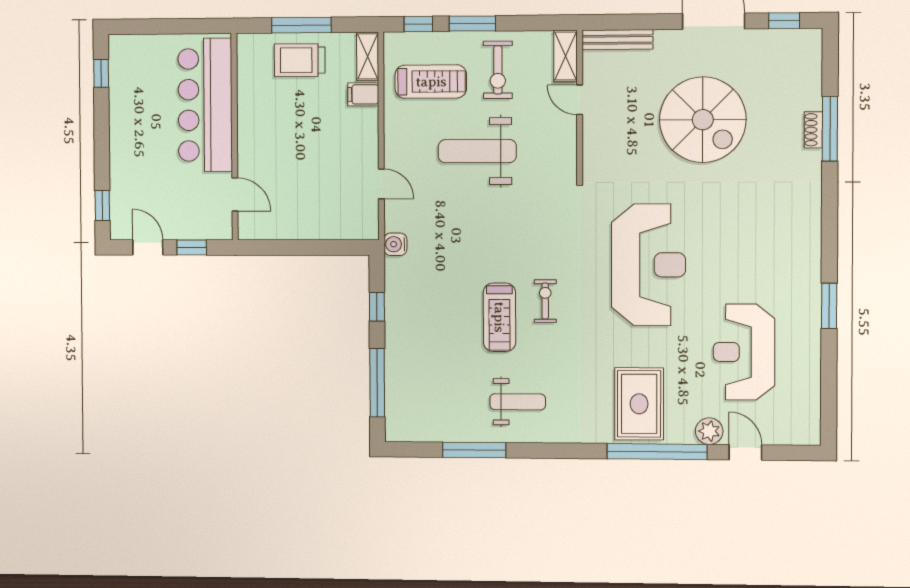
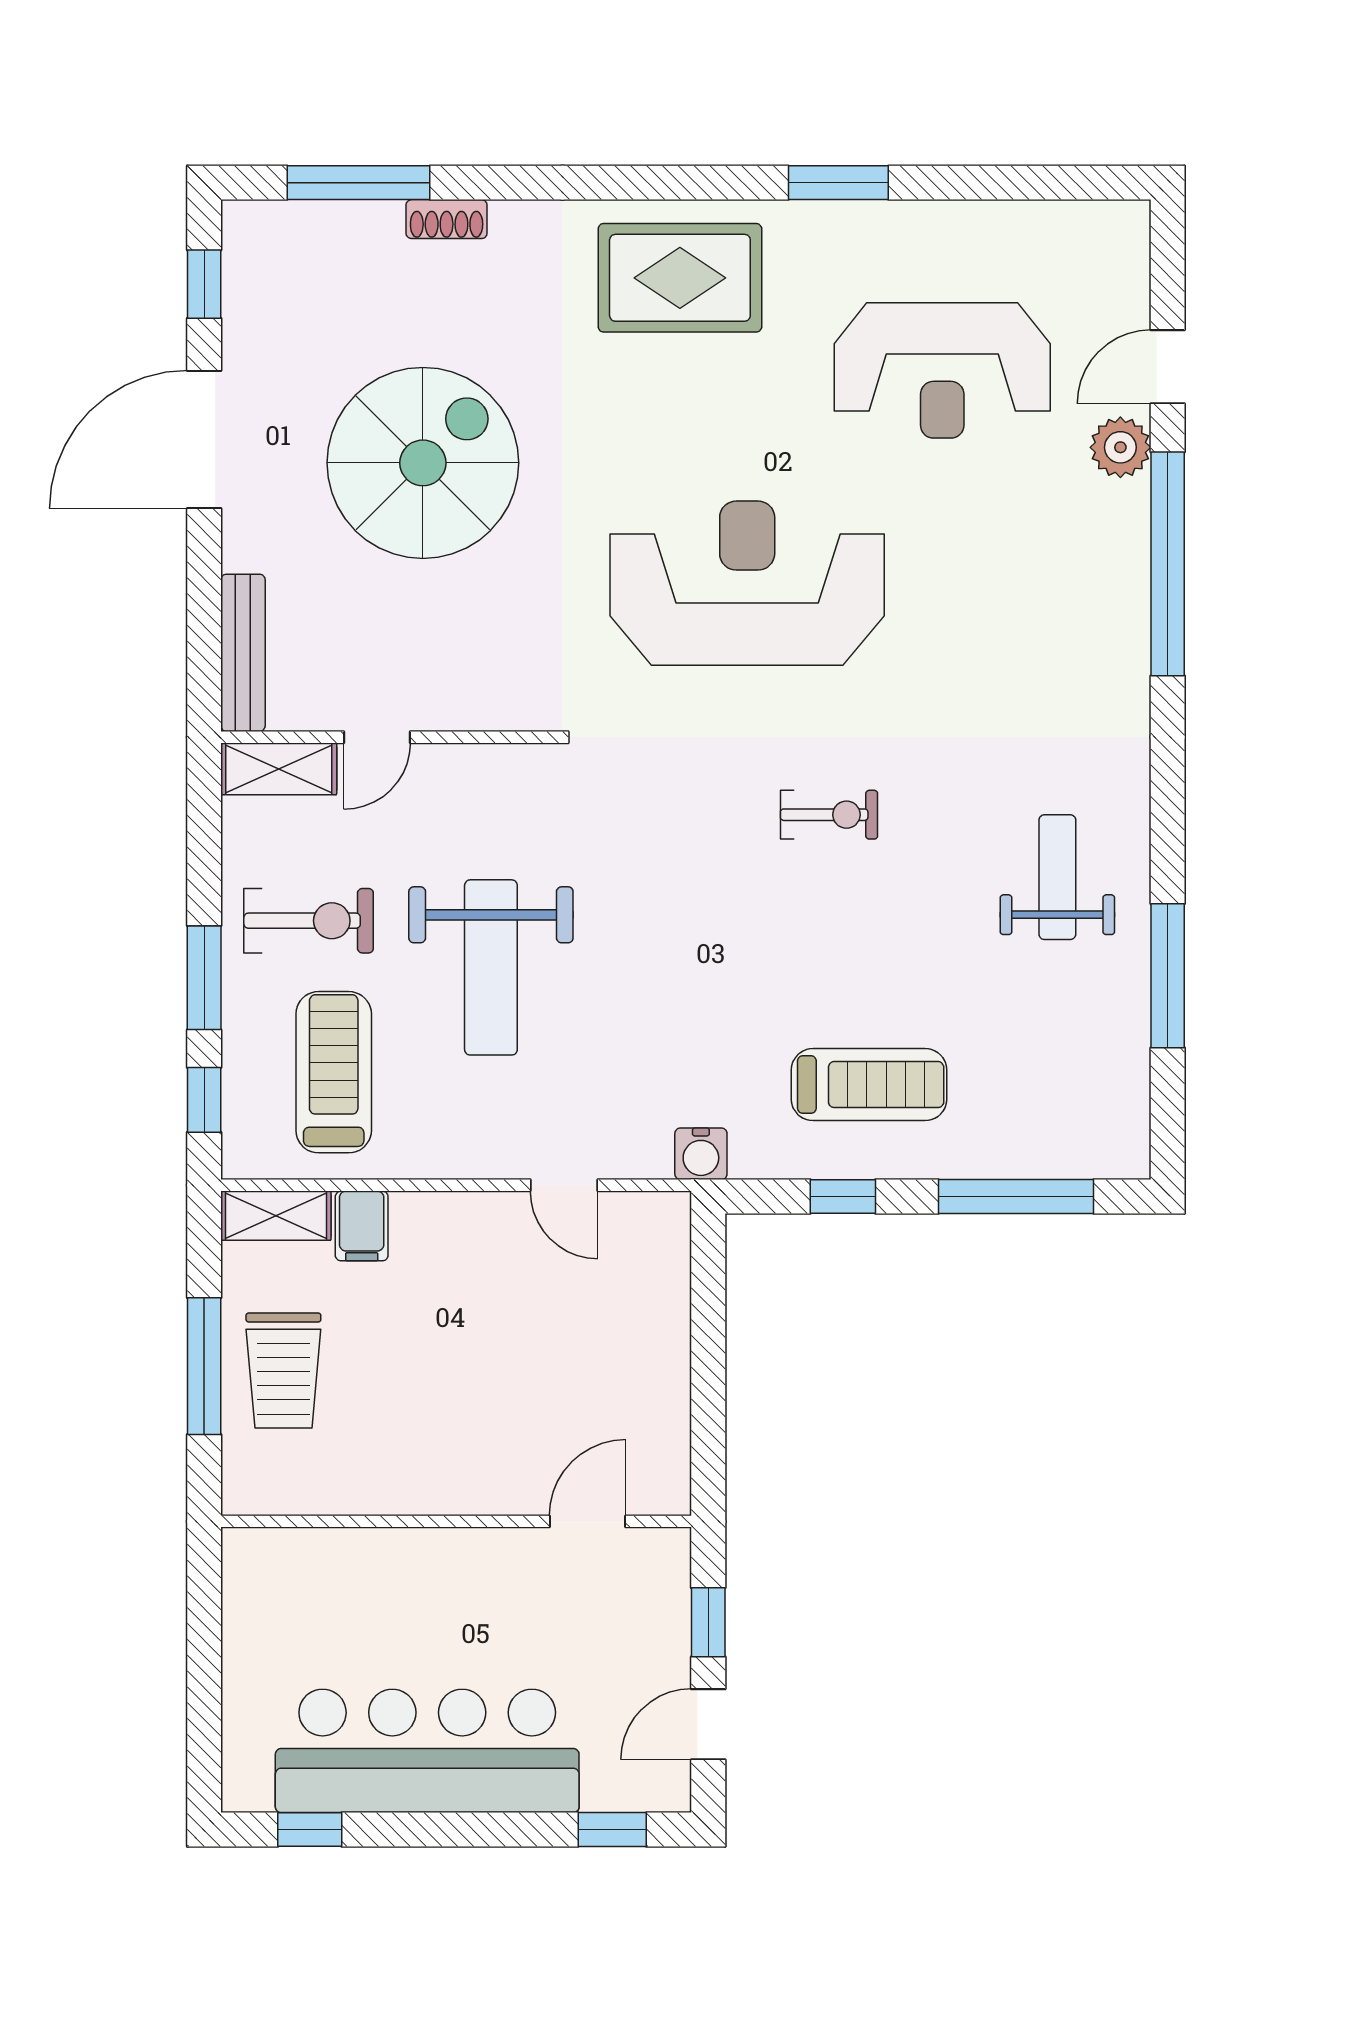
bar counter: (205, 105) -> (427, 1751), moved, turned 180
window: (830, 129) -> (359, 183), moved
door: (381, 184) -> (564, 1185), swing flipped
exercise bike: (545, 301) -> (829, 815), turned 180
treadmill: (499, 317) -> (869, 1085), moved
rug: (639, 404) -> (680, 278), moved

